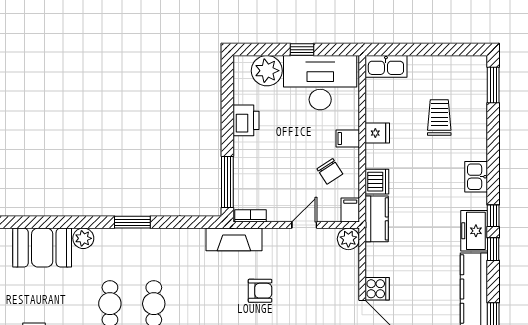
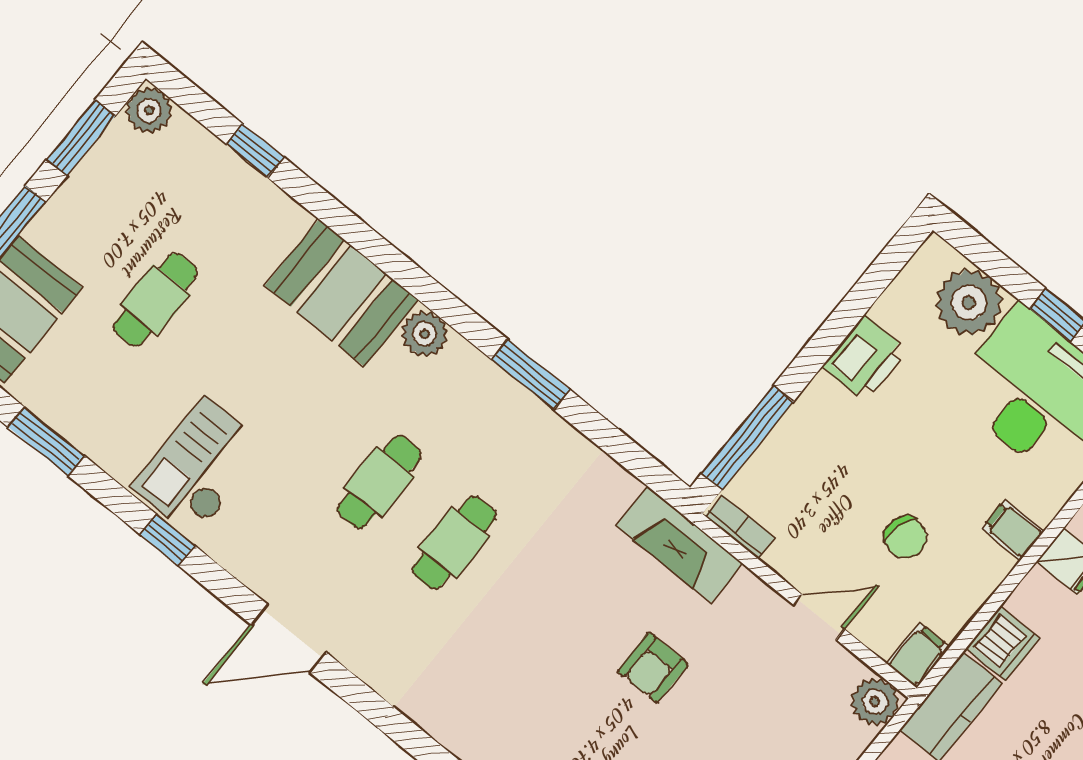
chair: (330, 171) -> (906, 537), moved, turned -40
armchair: (260, 291) -> (653, 668), turned 90

